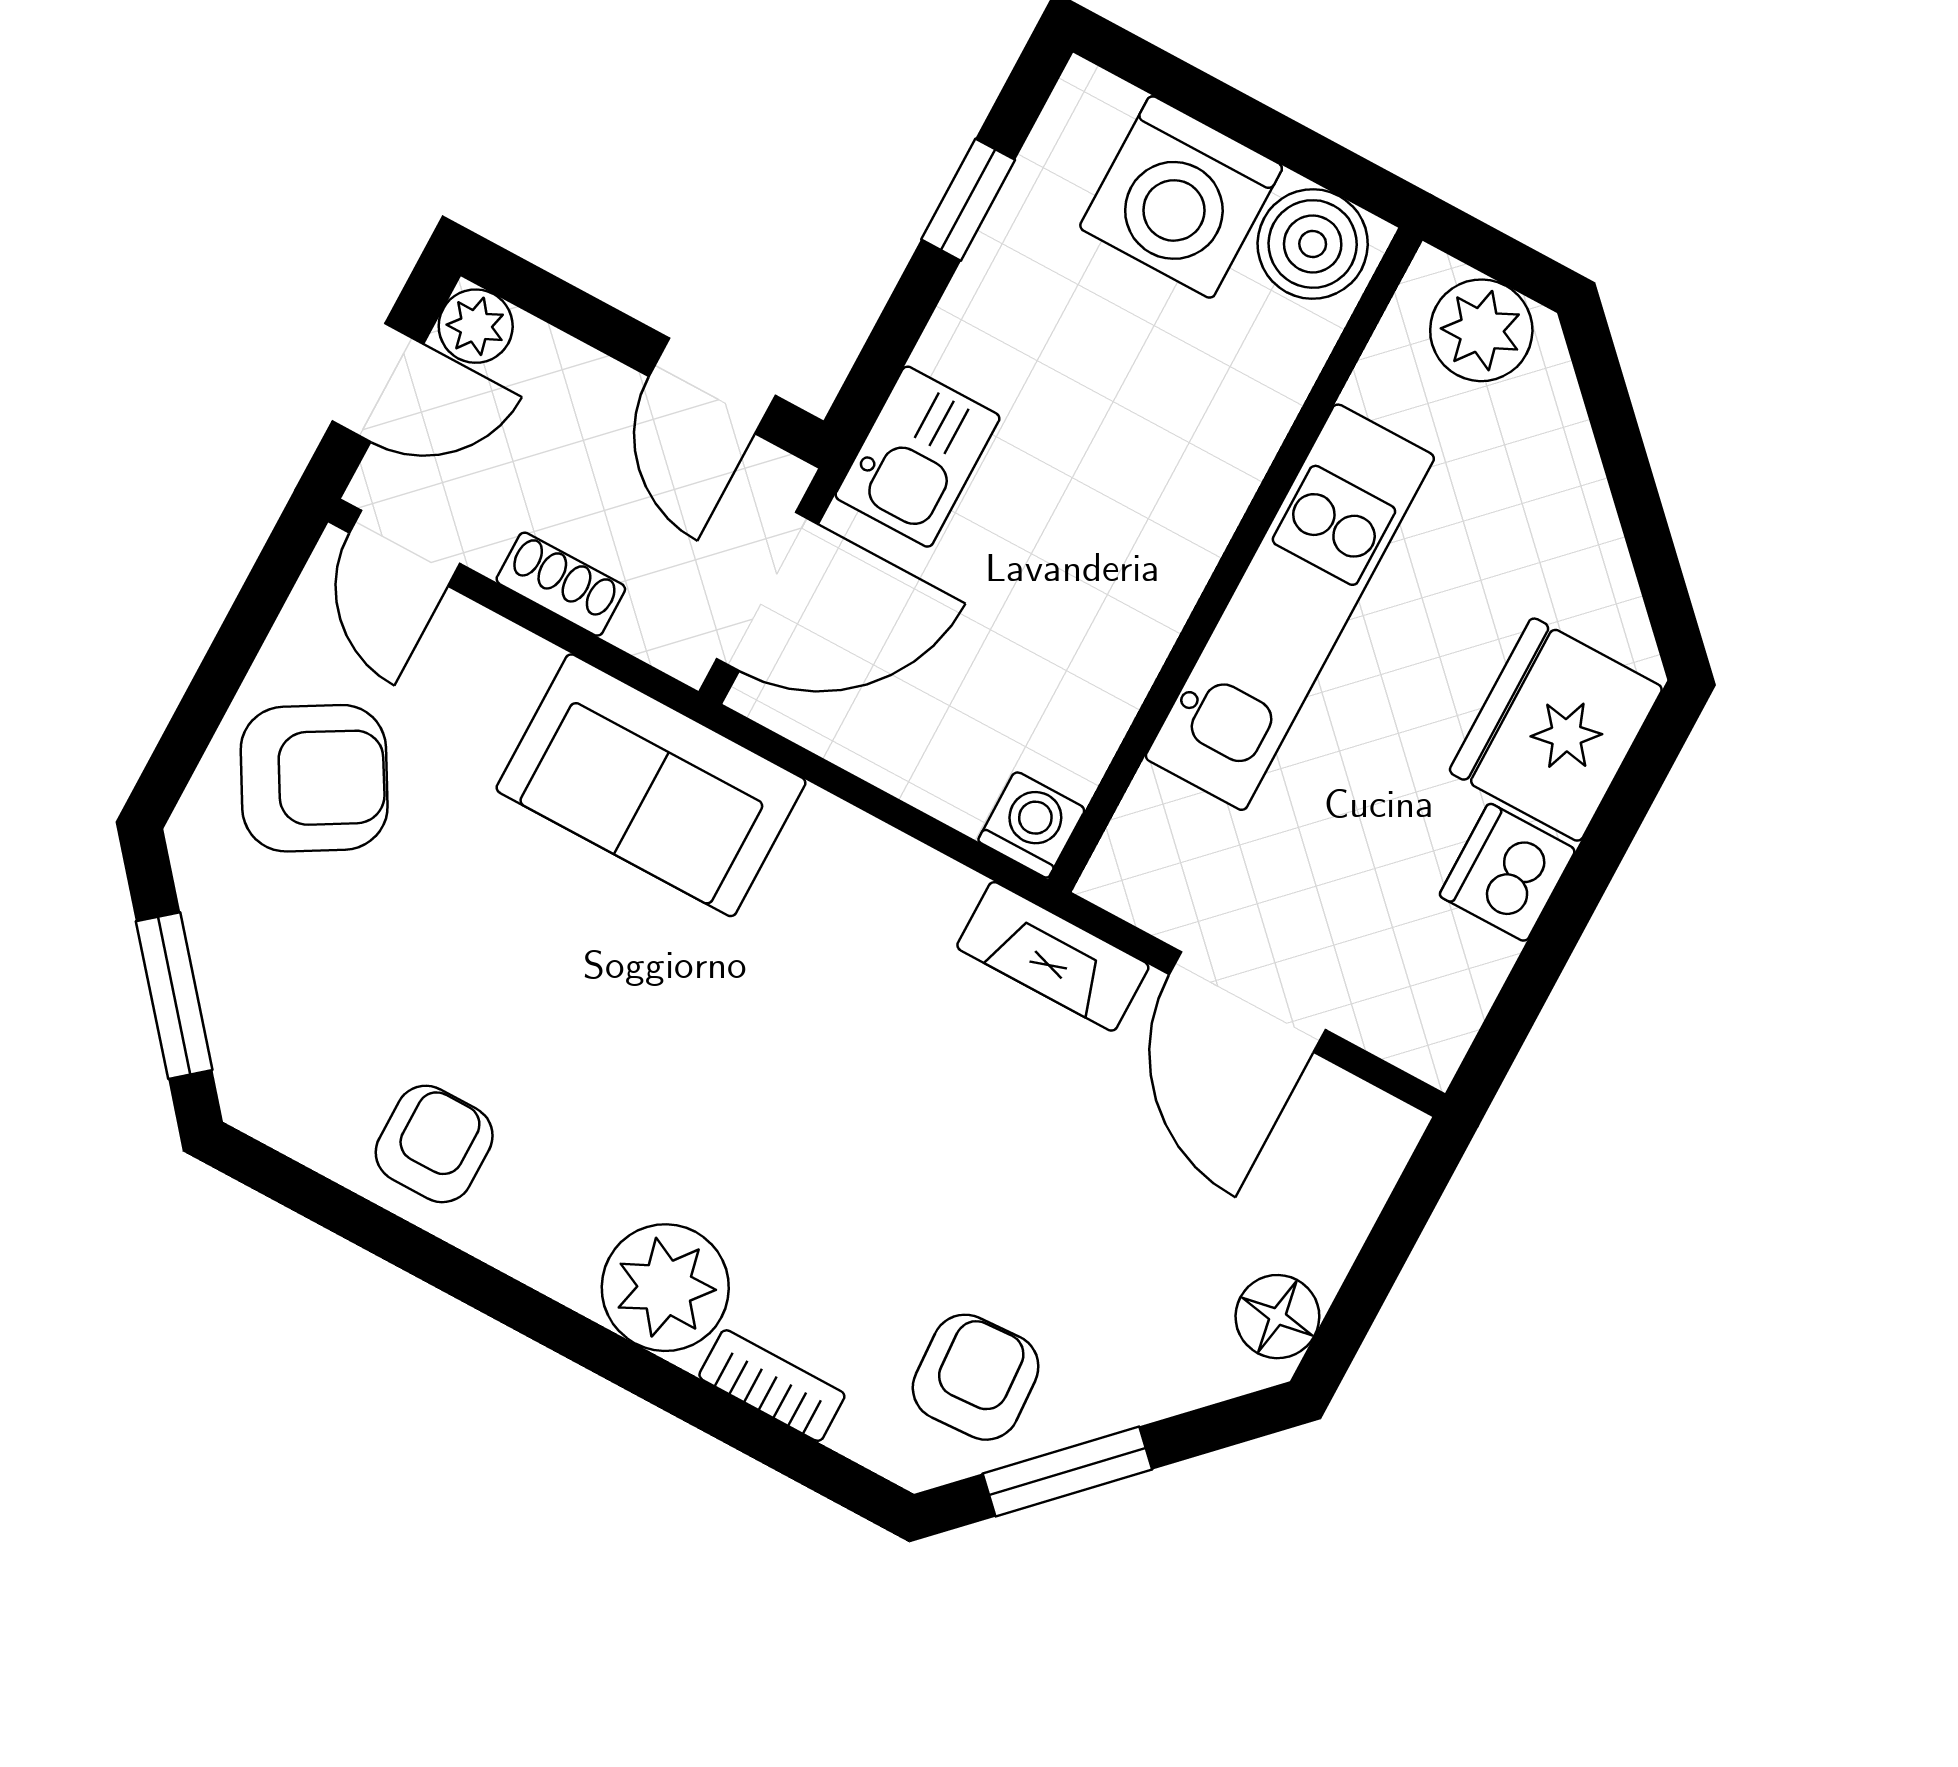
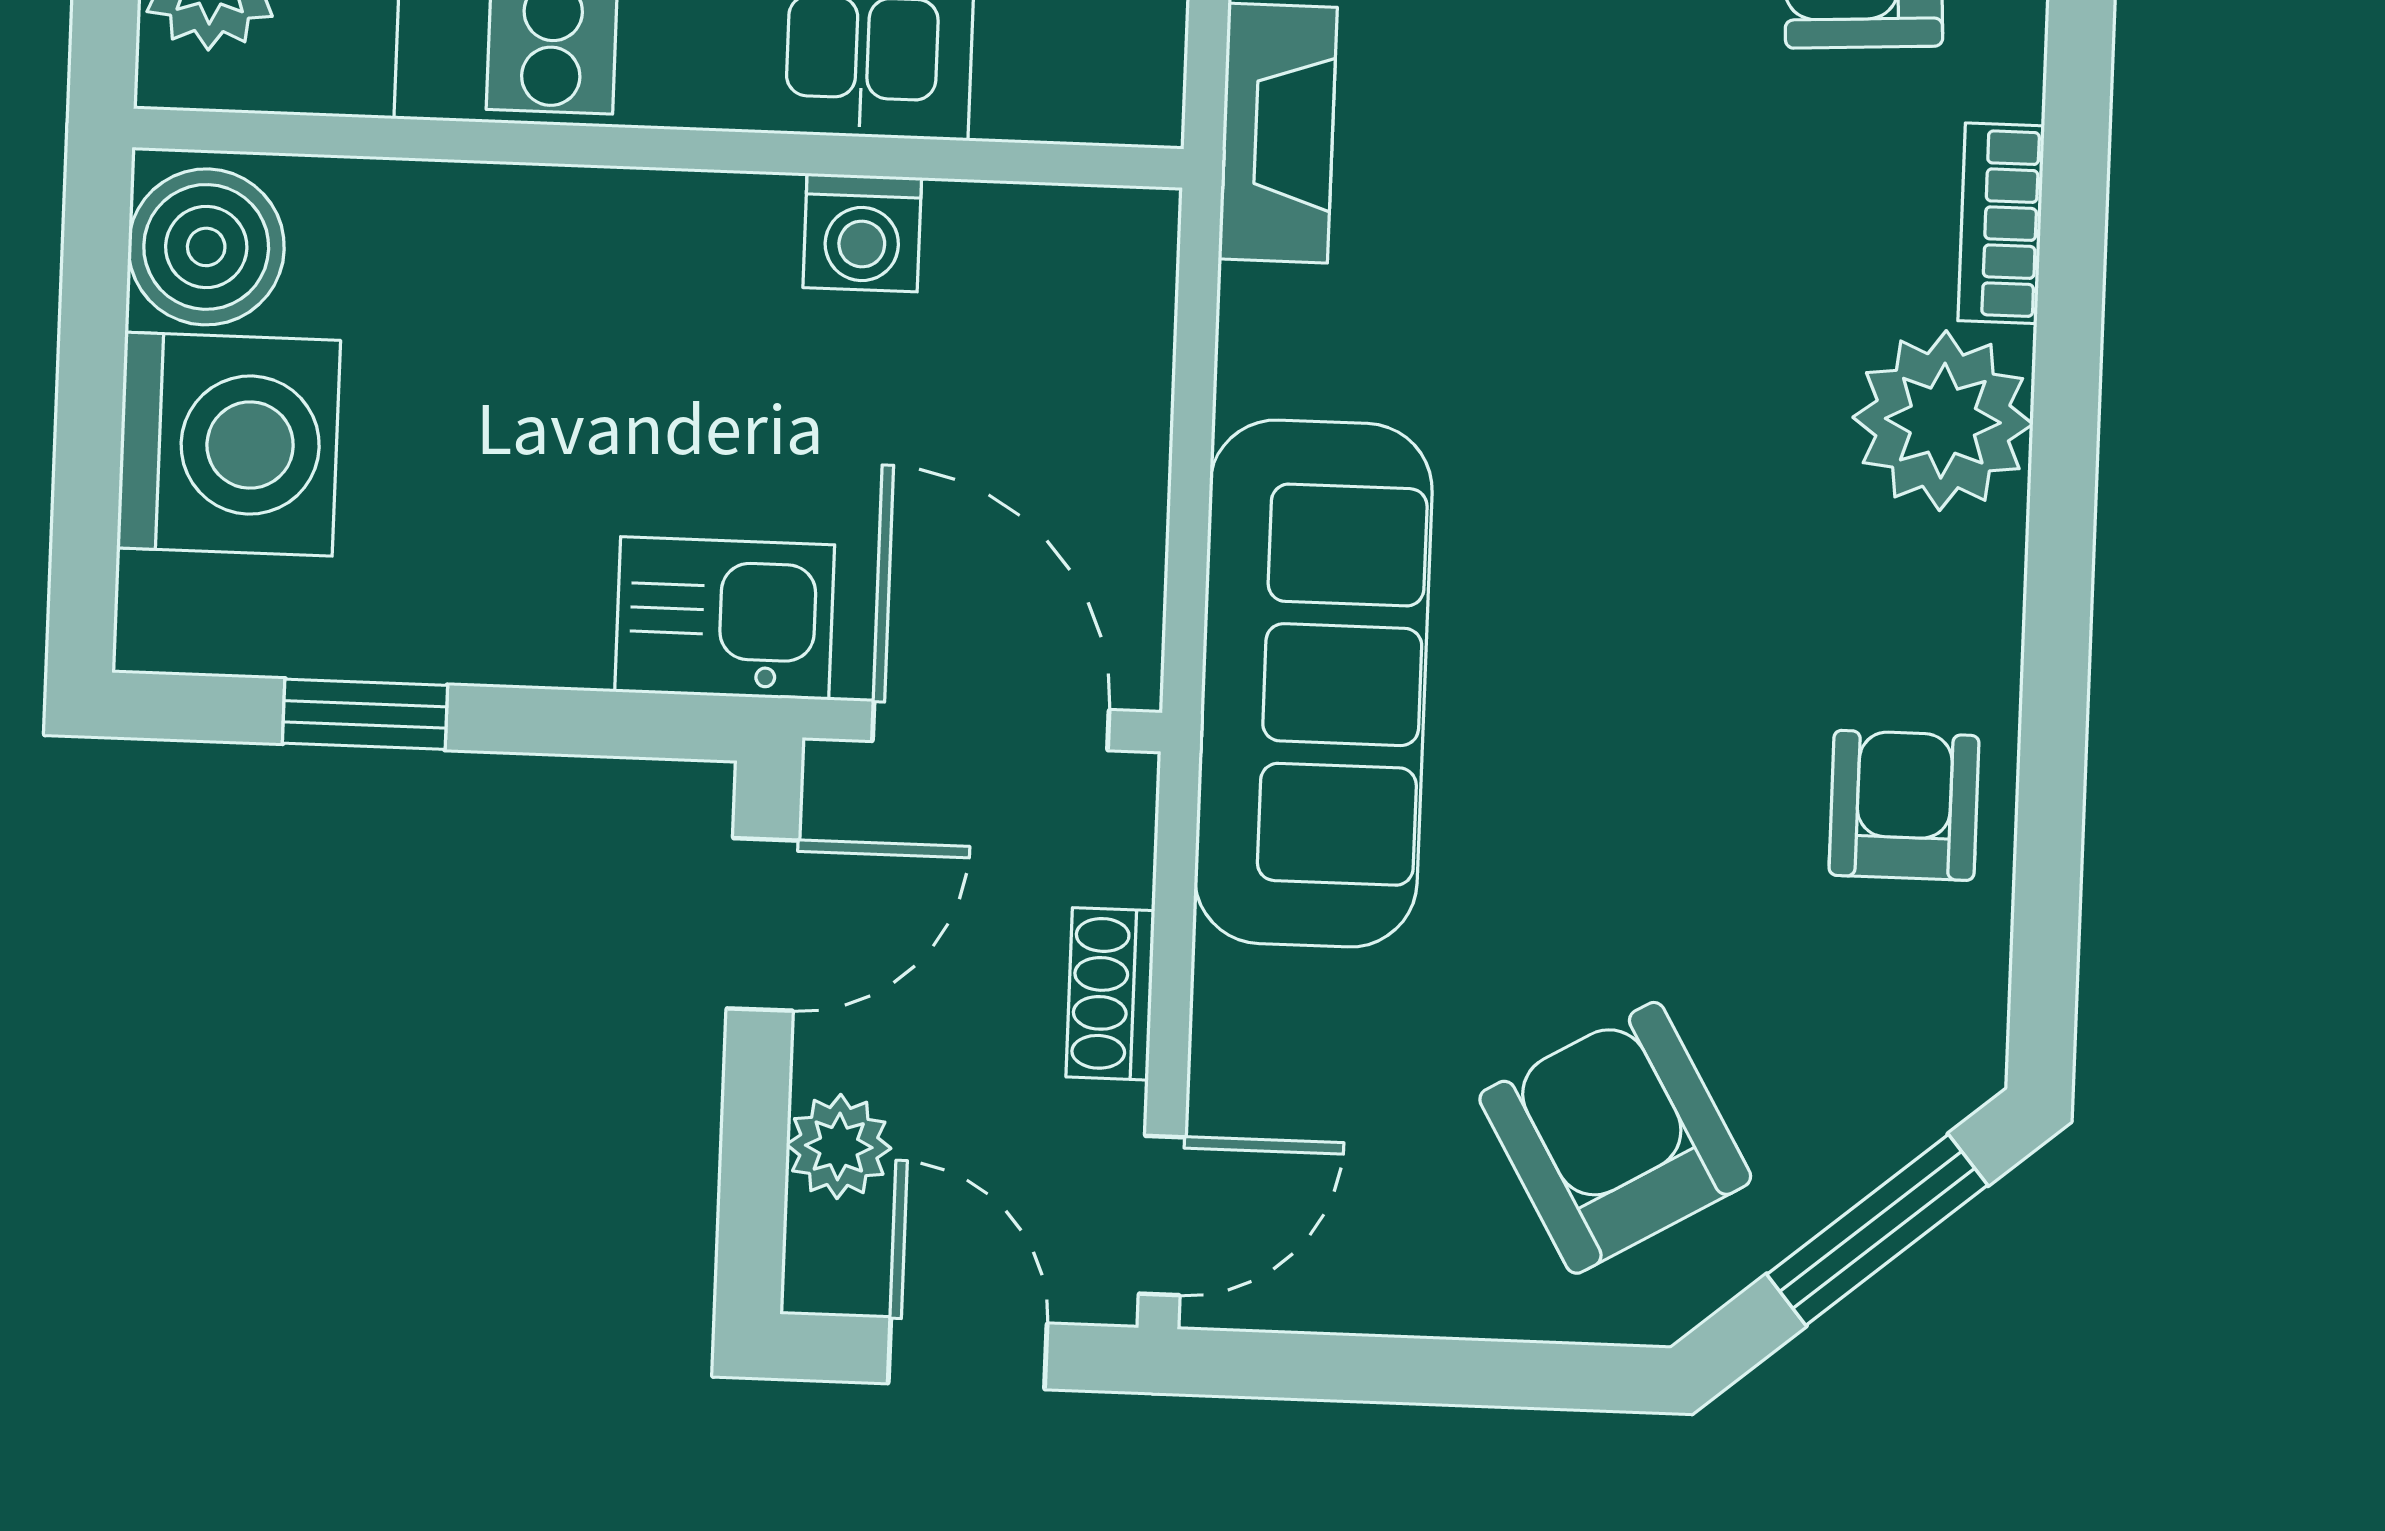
plant: (476, 326) -> (839, 1146), moved
armchair: (314, 778) -> (1615, 1138), moved
sofa: (651, 785) -> (1313, 684), width x1.36
washing machine: (1032, 825) -> (862, 233), moved, turned -90
armchair: (434, 1144) -> (1904, 805), turned 90

